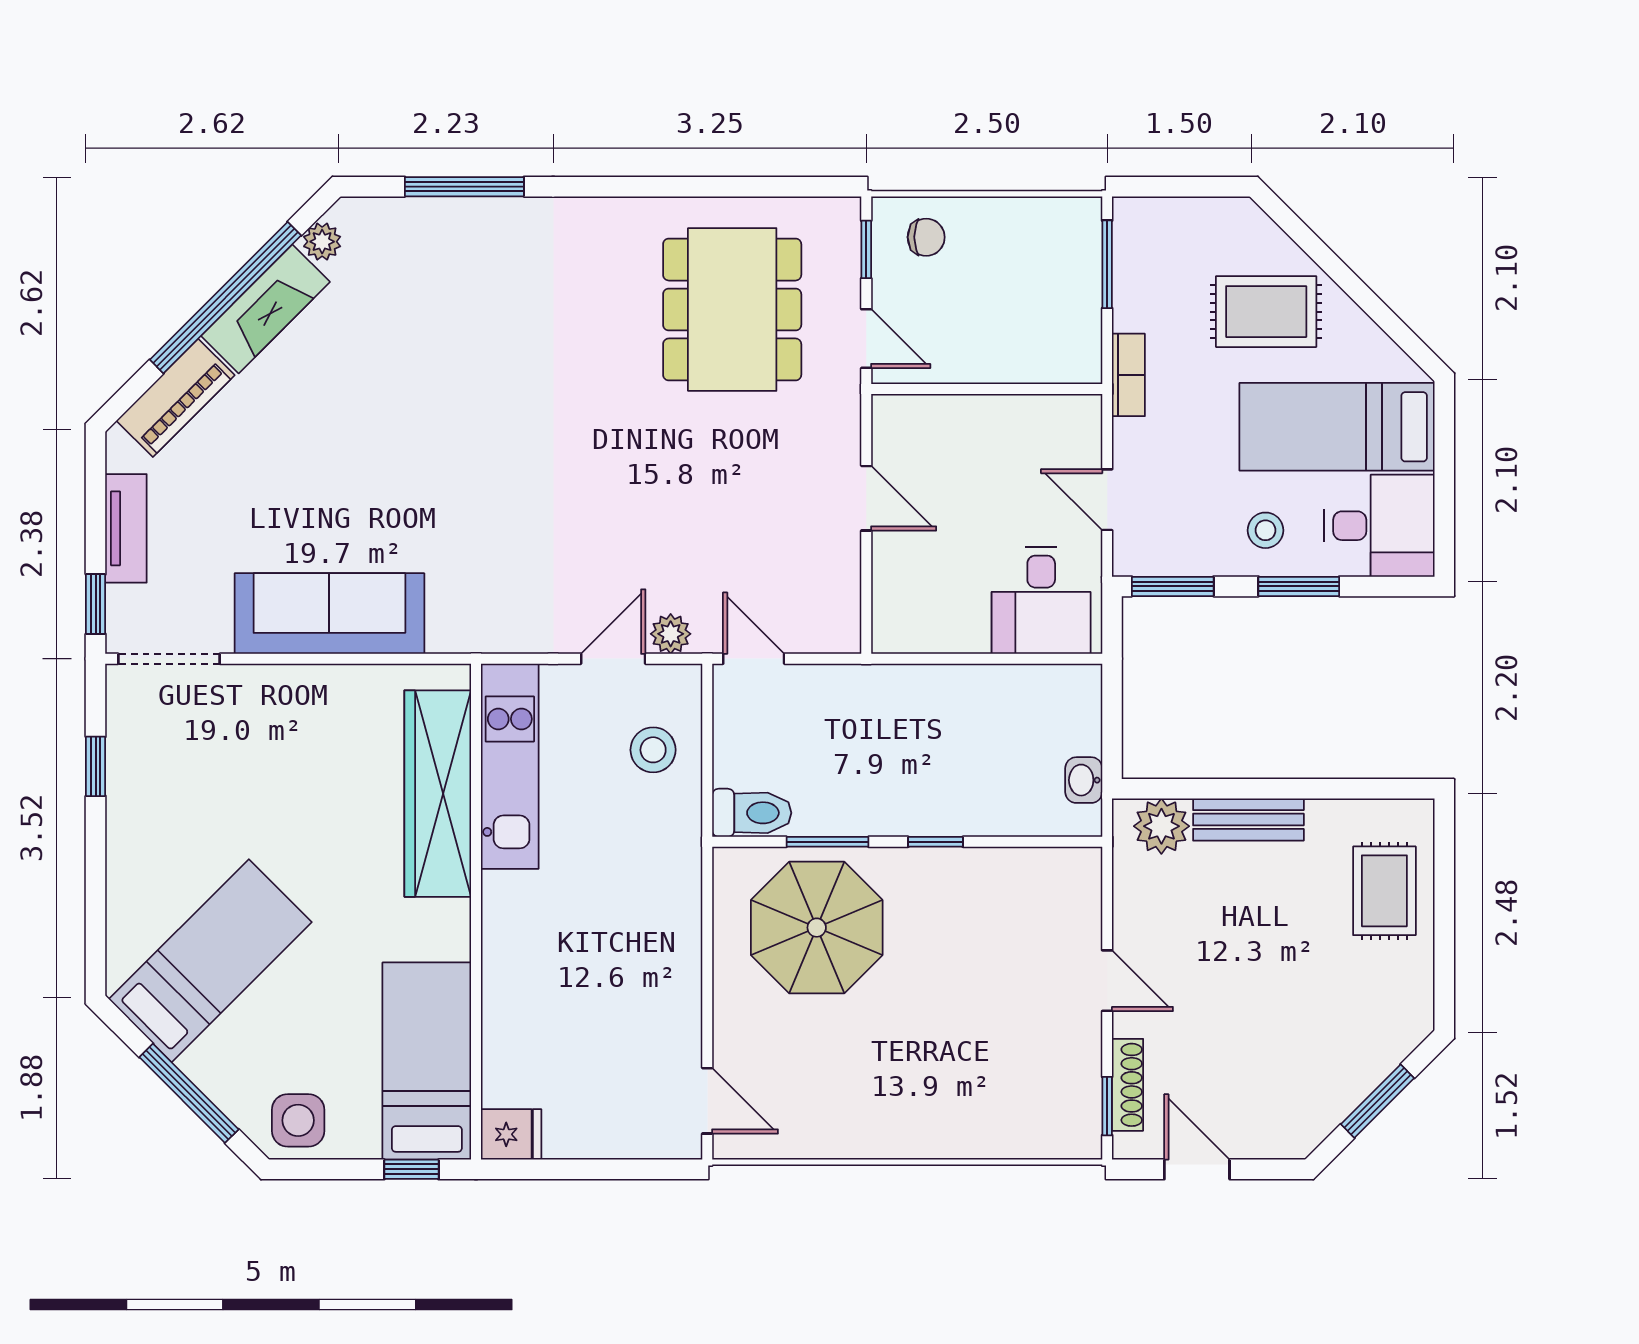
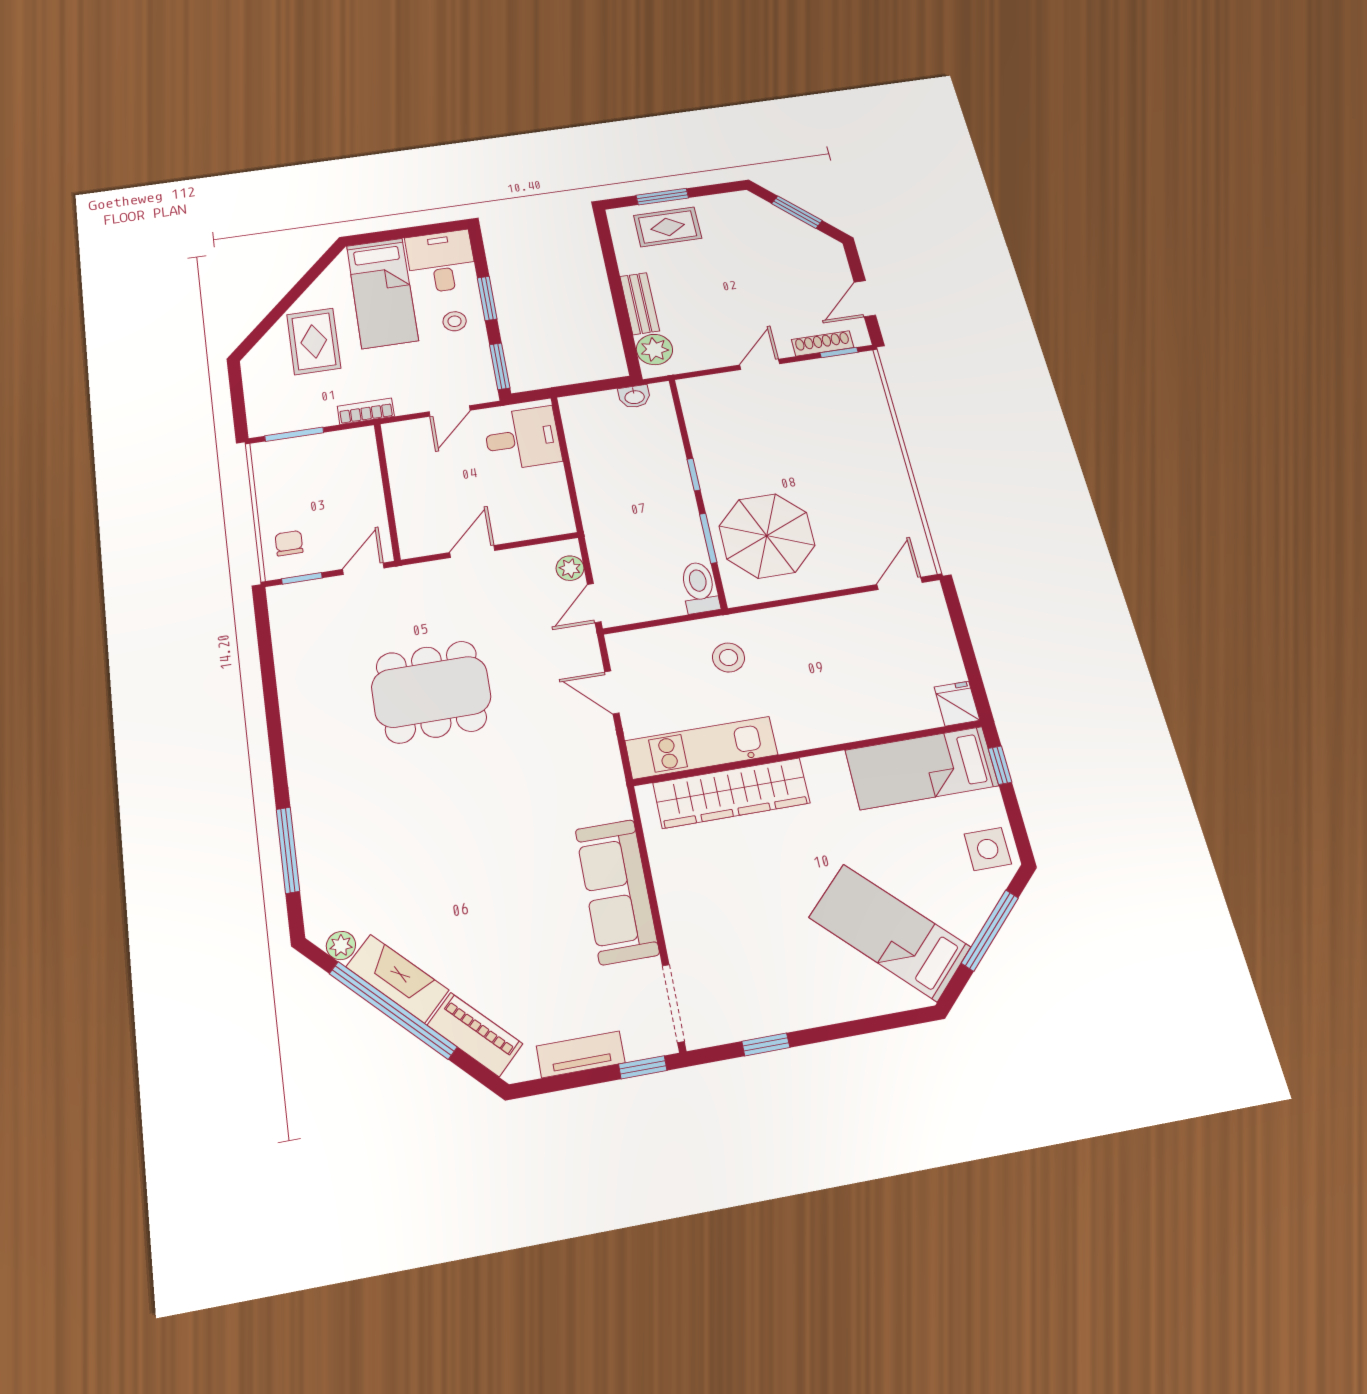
dining table: (732, 309) -> (431, 692), moved
plant: (671, 634) -> (570, 568), moved
stool: (653, 750) -> (728, 658), moved
window: (1444, 894) -> (662, 197), added

